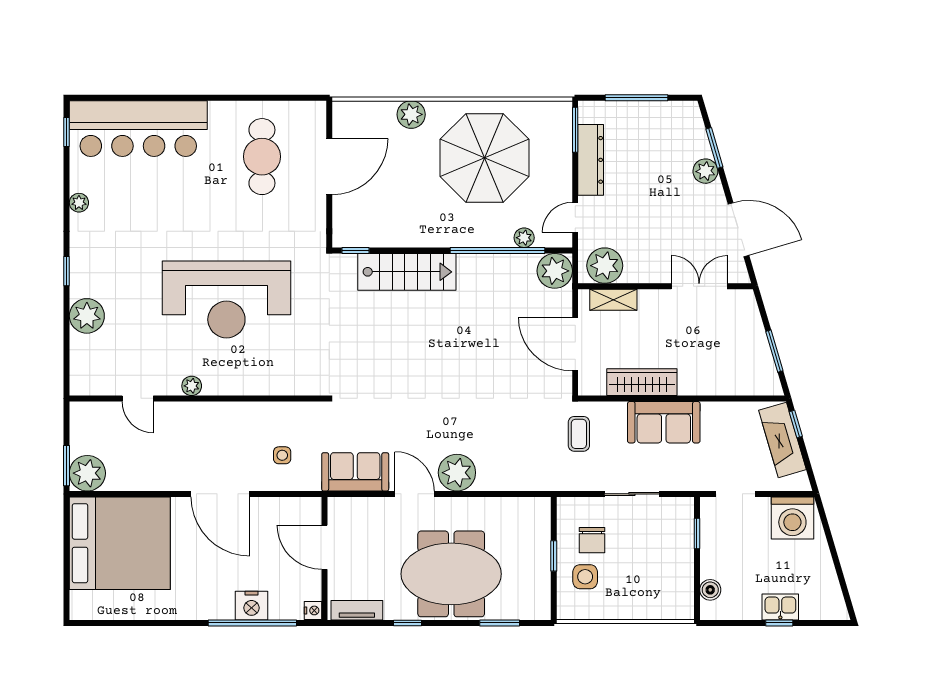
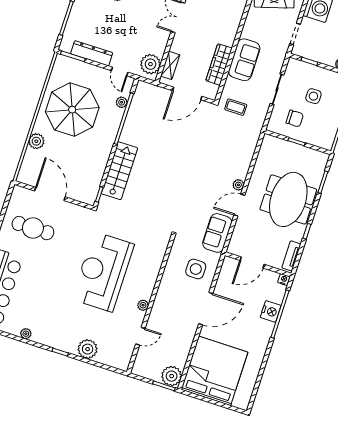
plant: (555, 271) -> (145, 92), removed
reception desk: (226, 299) -> (103, 272), turned 180
side table: (282, 455) -> (196, 269), width x1.87, depth x1.87
plant: (457, 473) -> (238, 185), width x0.53, depth x0.53
side table: (585, 577) -> (313, 96), moved

